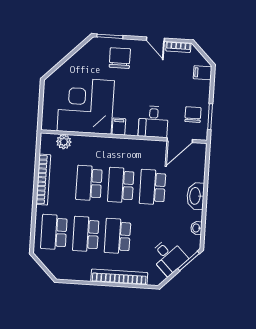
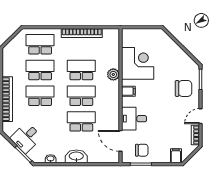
corner desk: (86, 106) -> (138, 63), width x0.74, depth x0.74
plant: (64, 142) -> (113, 74), moved

